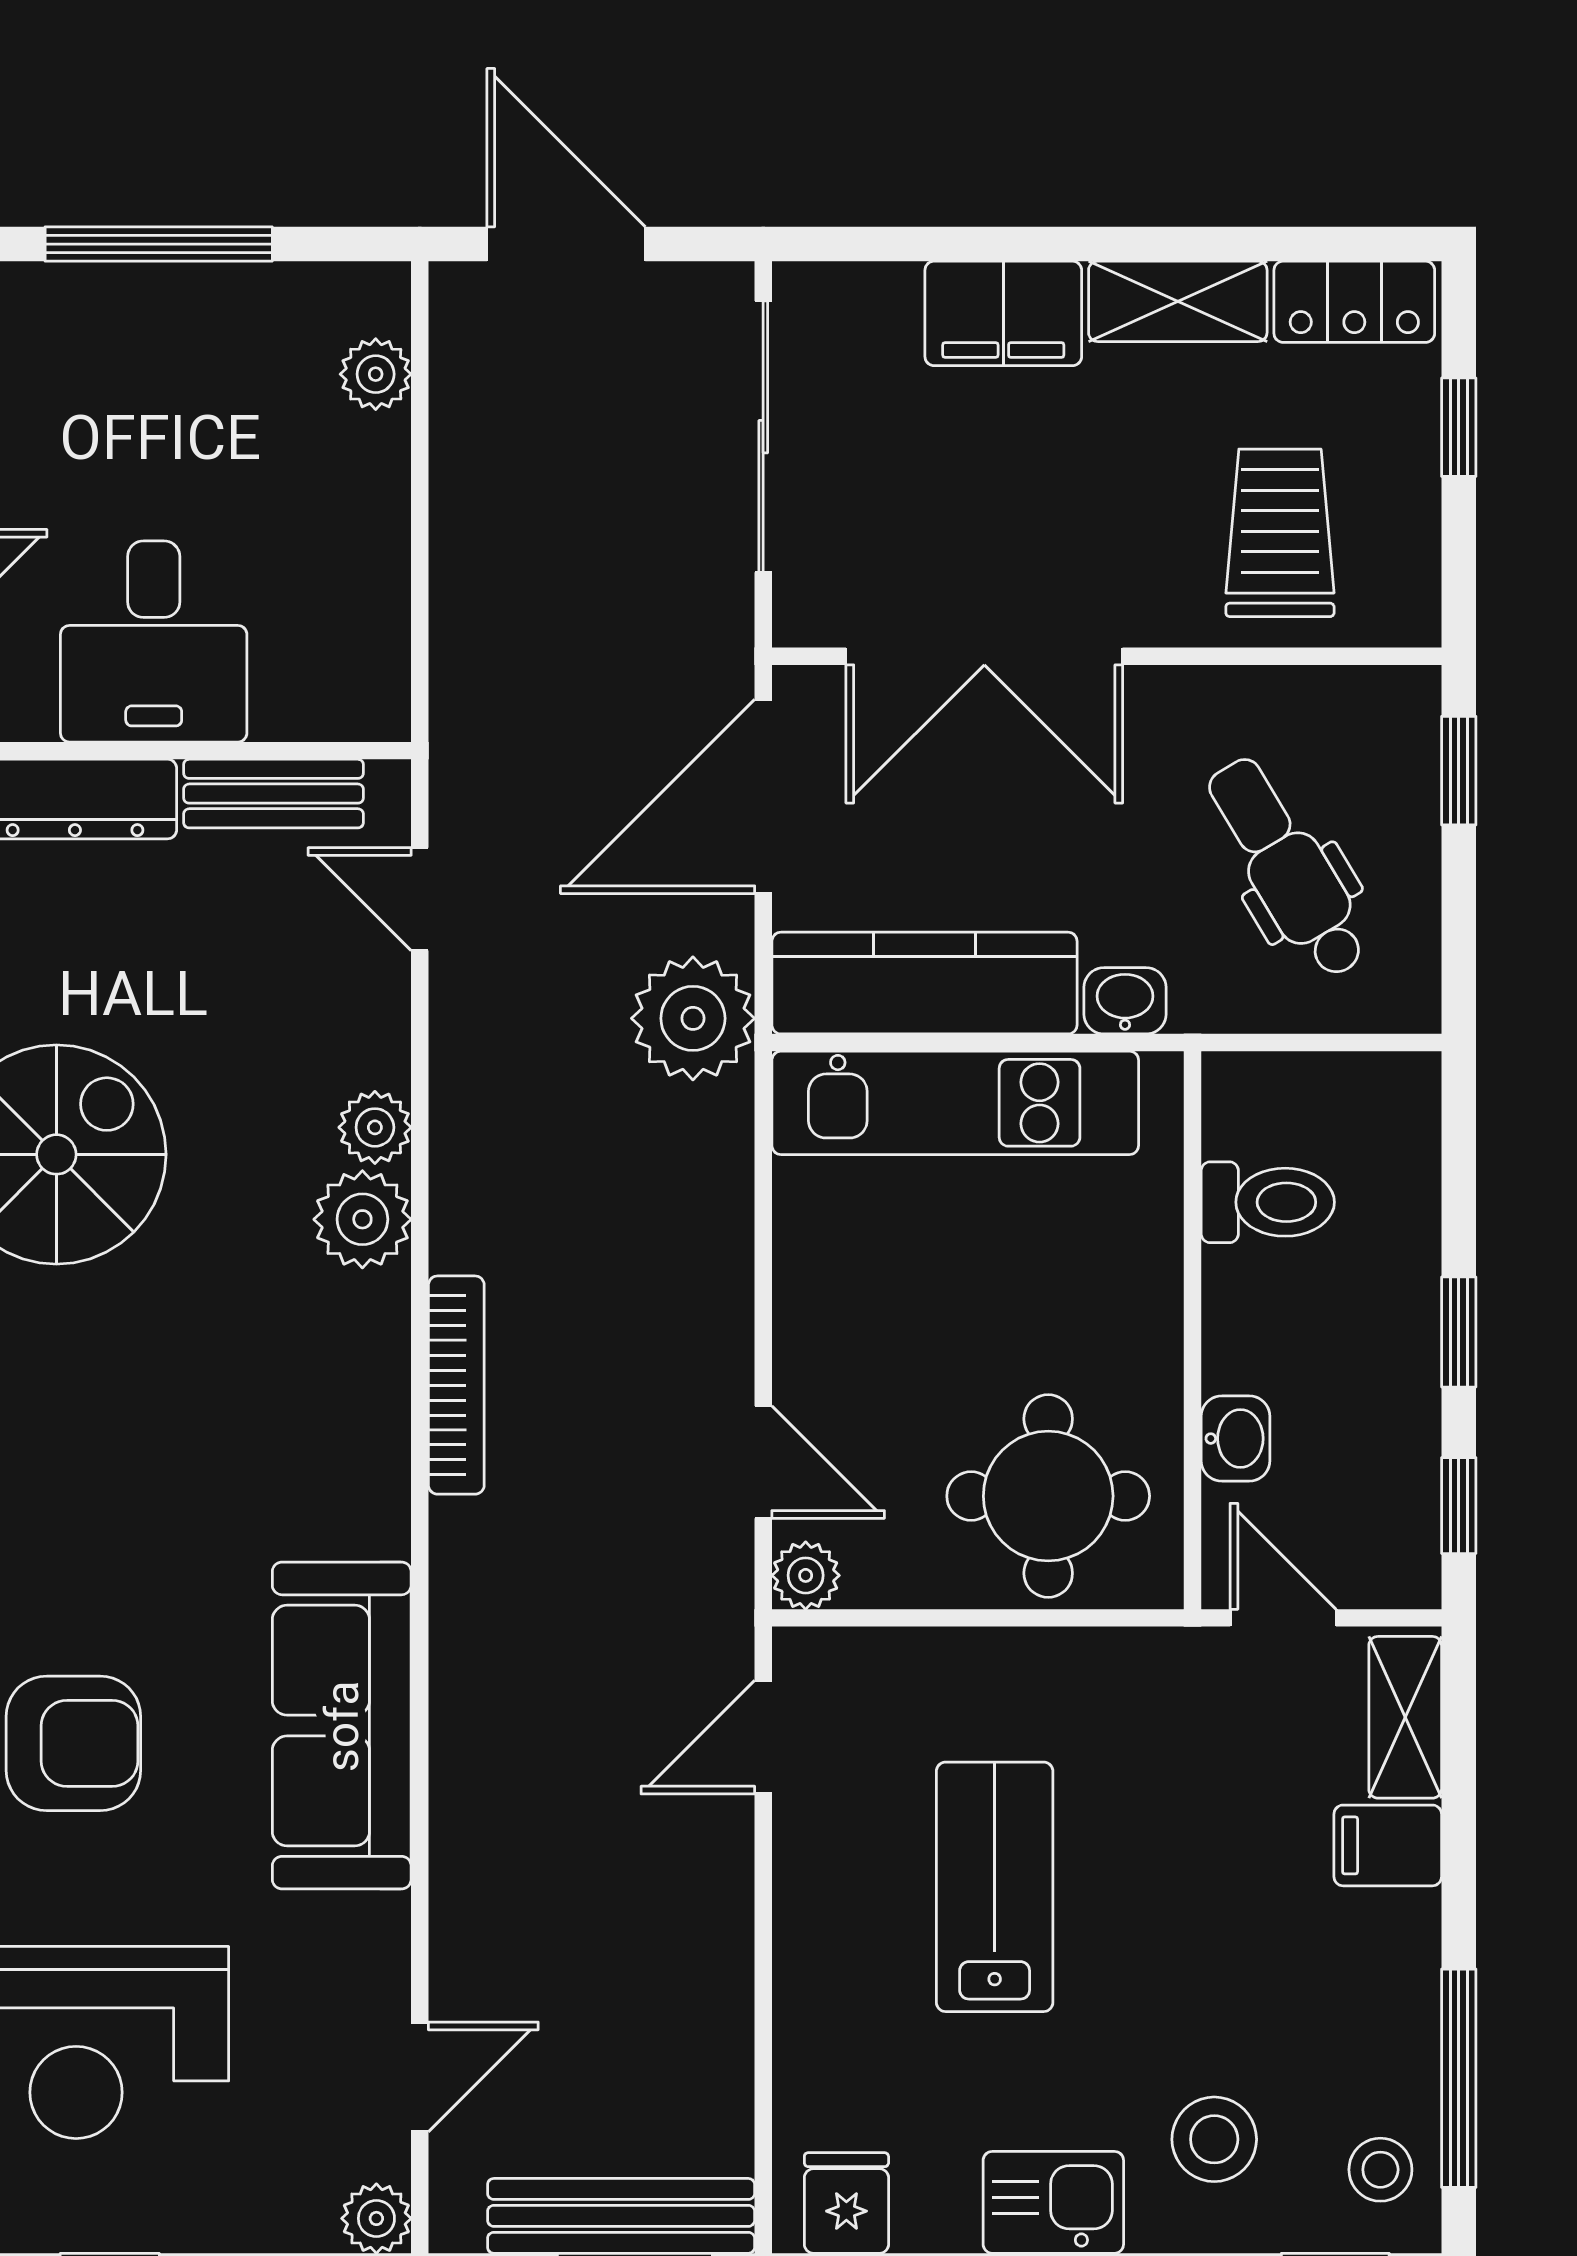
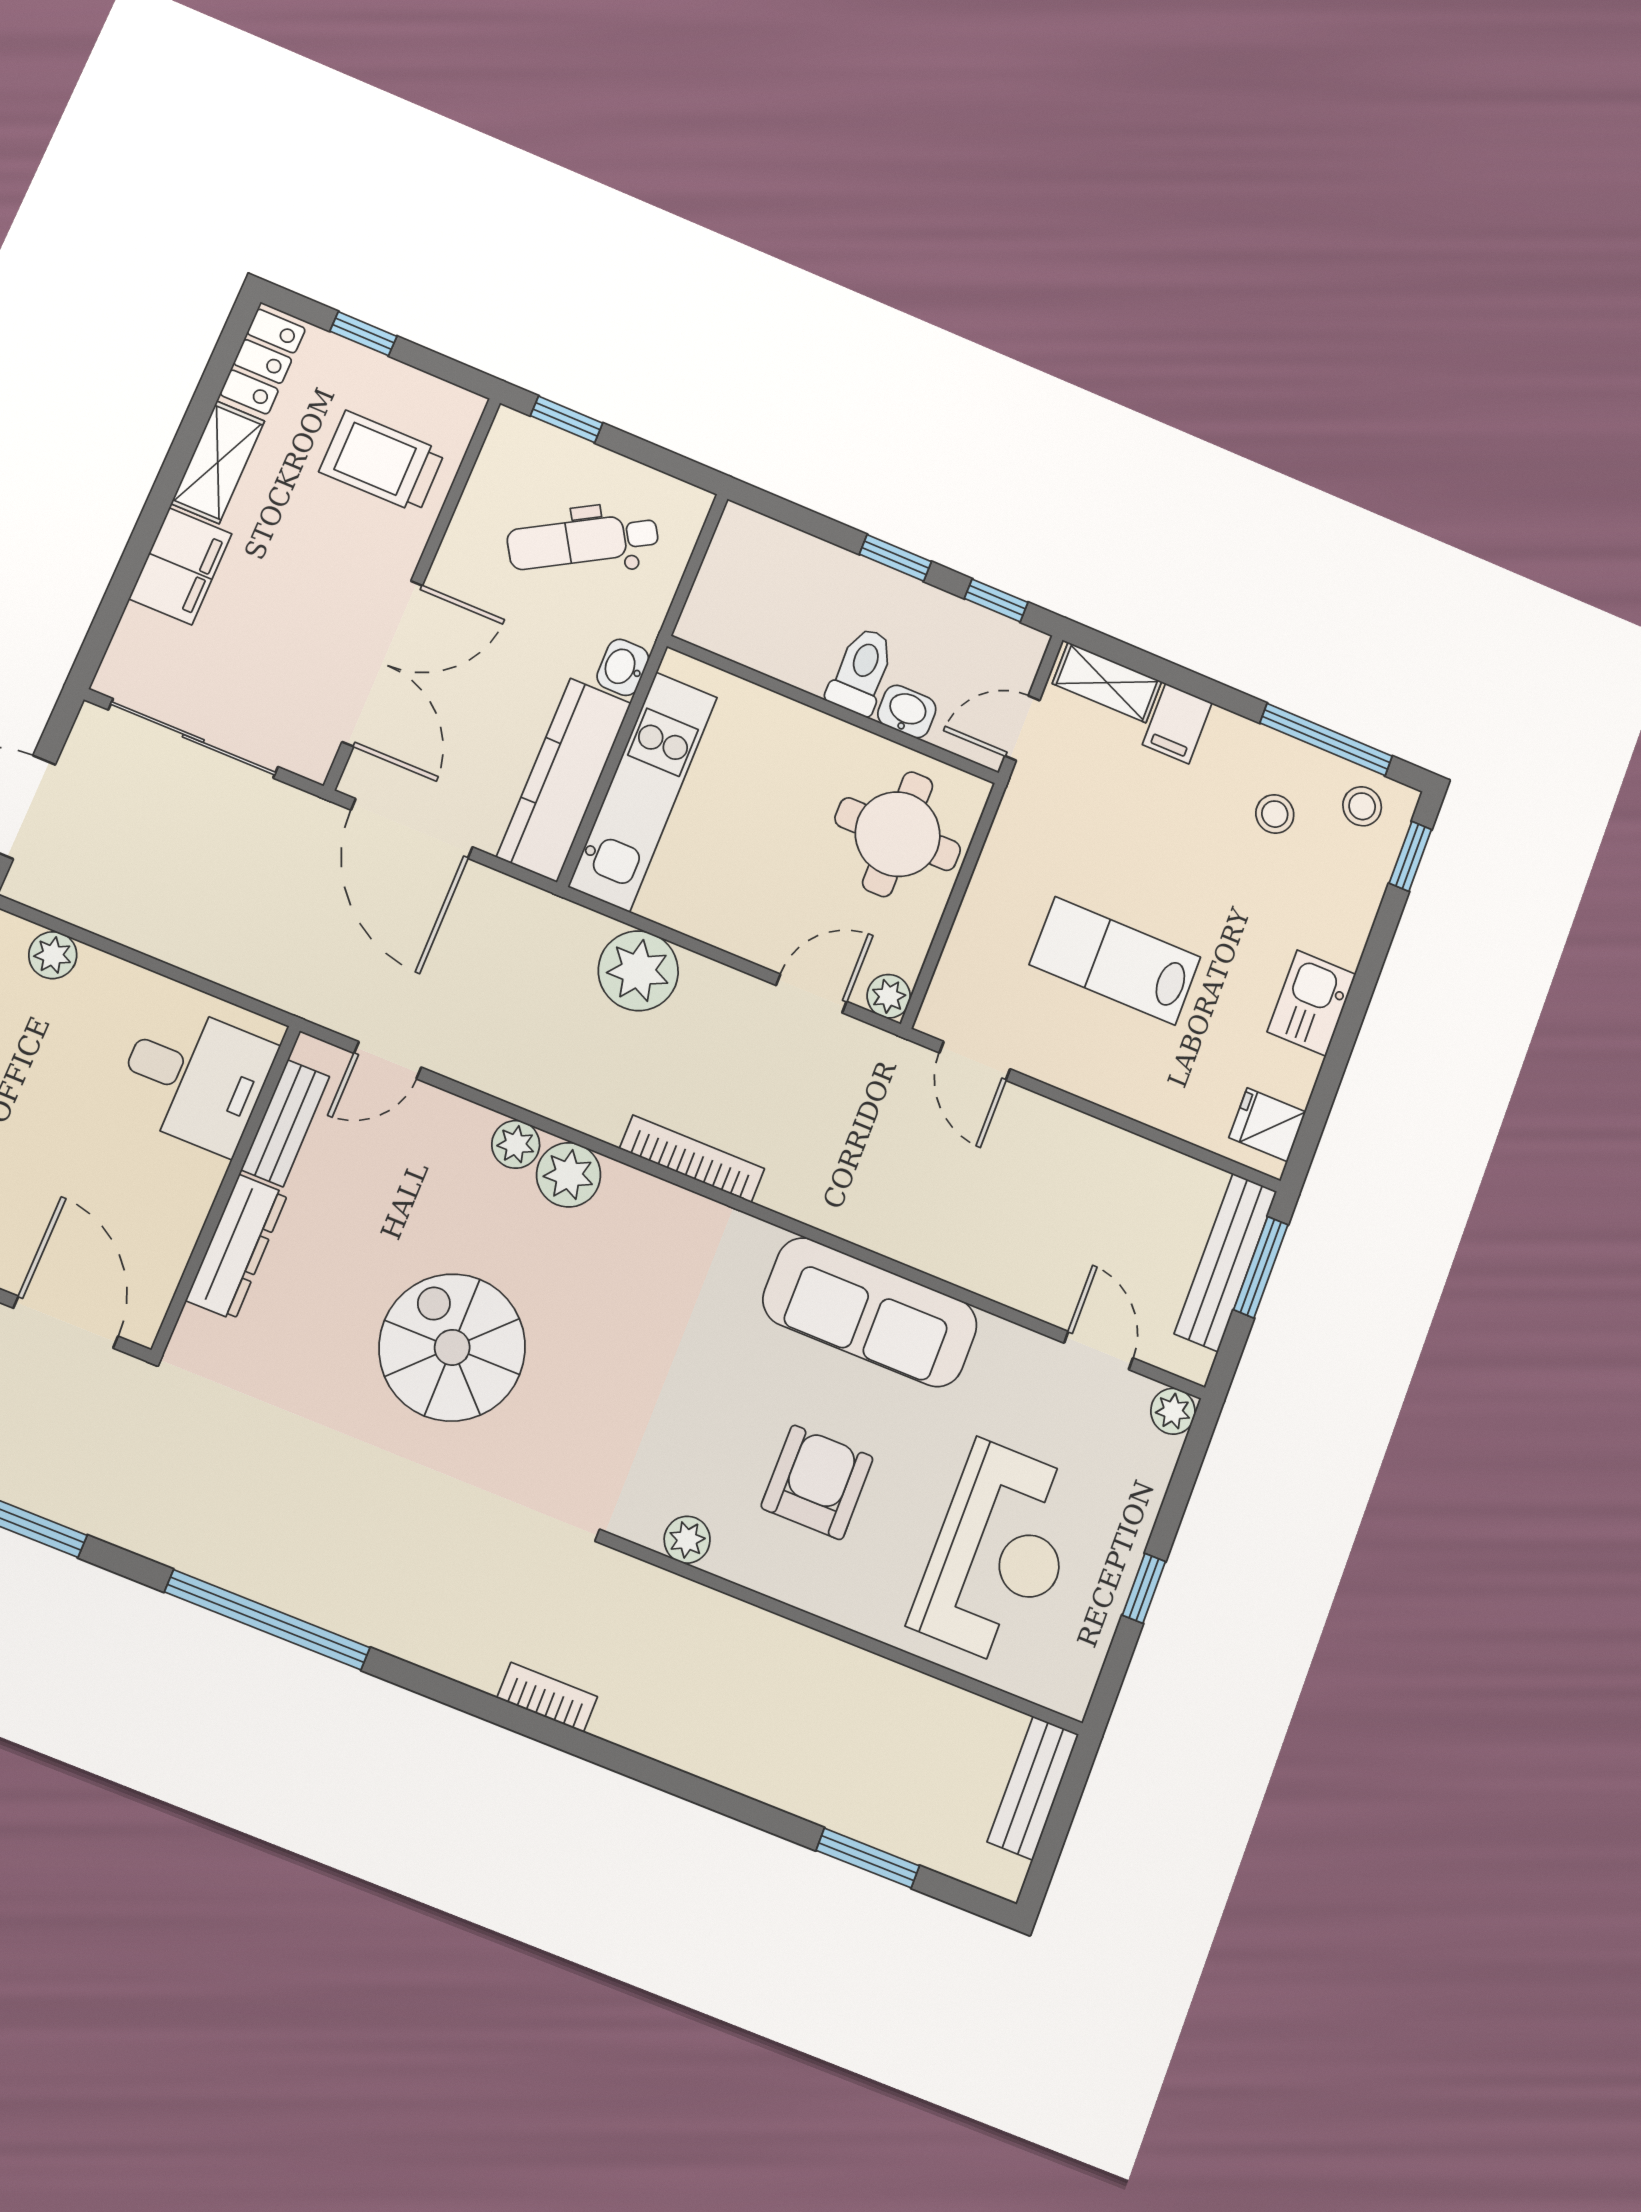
desk: (154, 642) -> (194, 1078), moved
plant: (693, 1018) -> (638, 971), moved
toilet: (1268, 1202) -> (861, 671), moved
stool: (1214, 2139) -> (1275, 814), moved, width x0.73, depth x0.73

